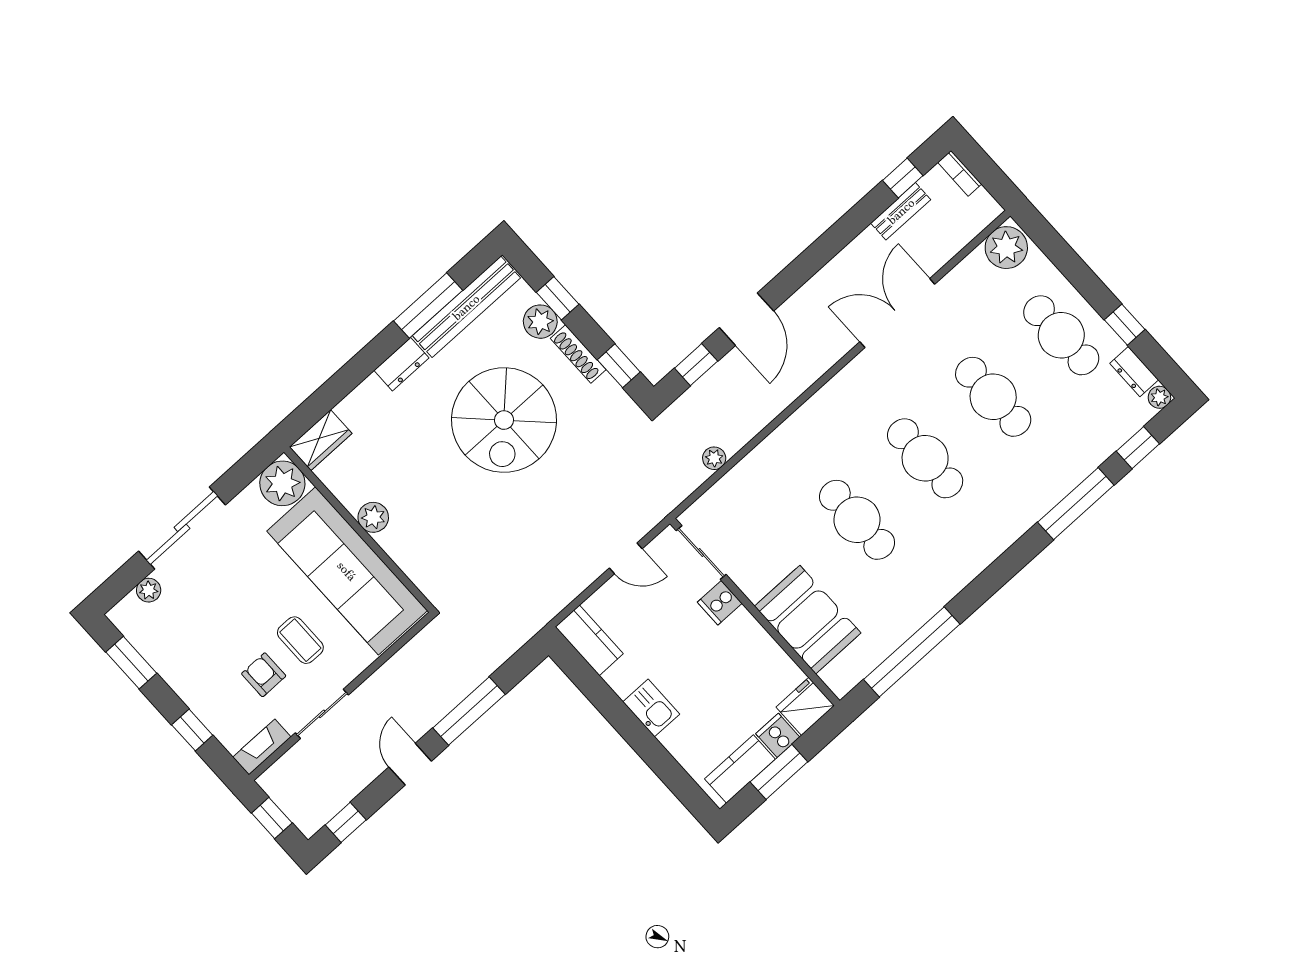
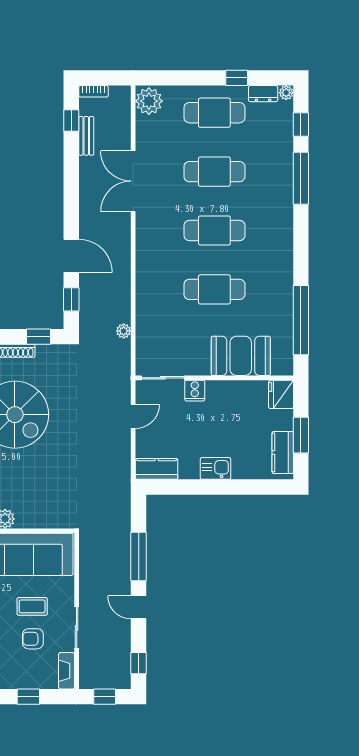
cooker: (778, 735) -> (283, 420), removed

